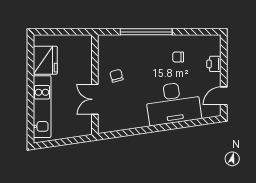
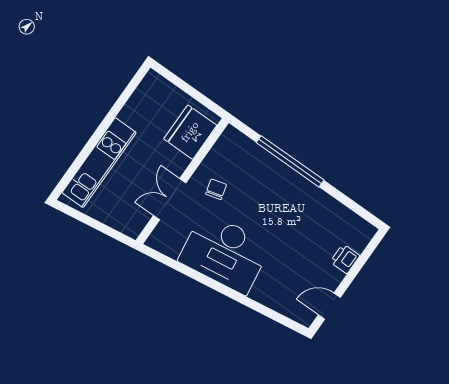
chair: (178, 57) -> (307, 220), removed
fridge: (45, 60) -> (190, 132), moved, turned 180
desk: (173, 103) -> (225, 253), moved

